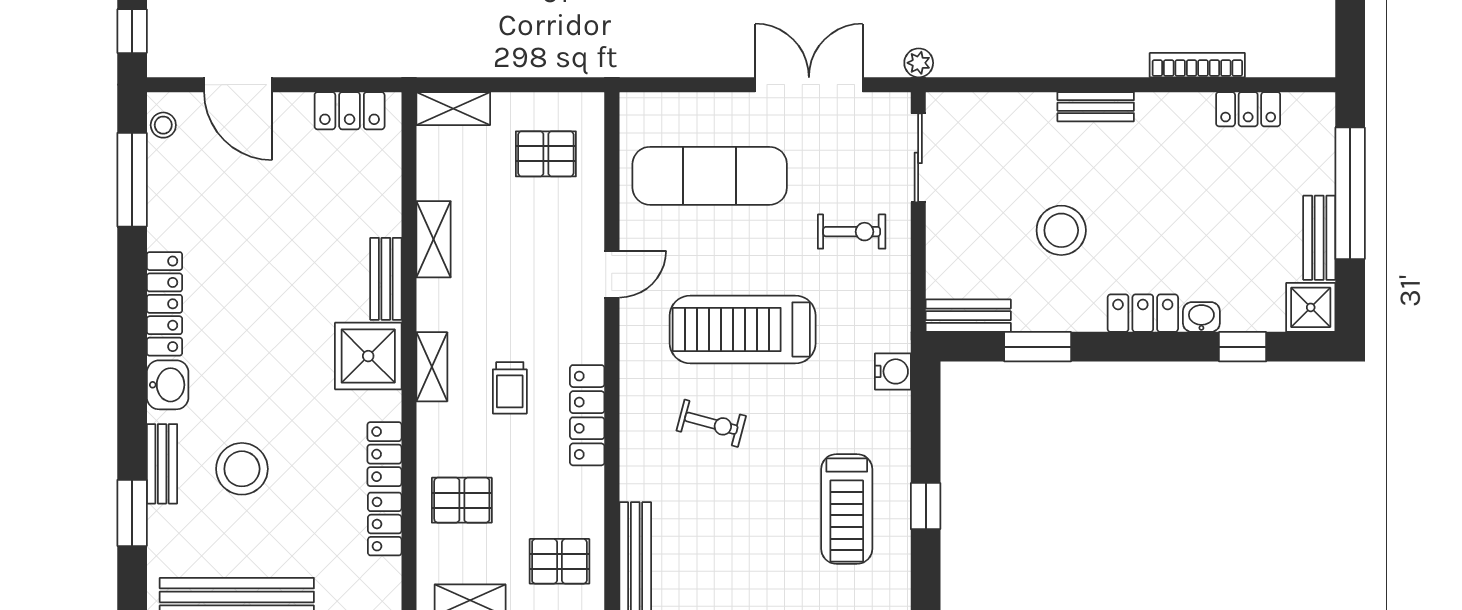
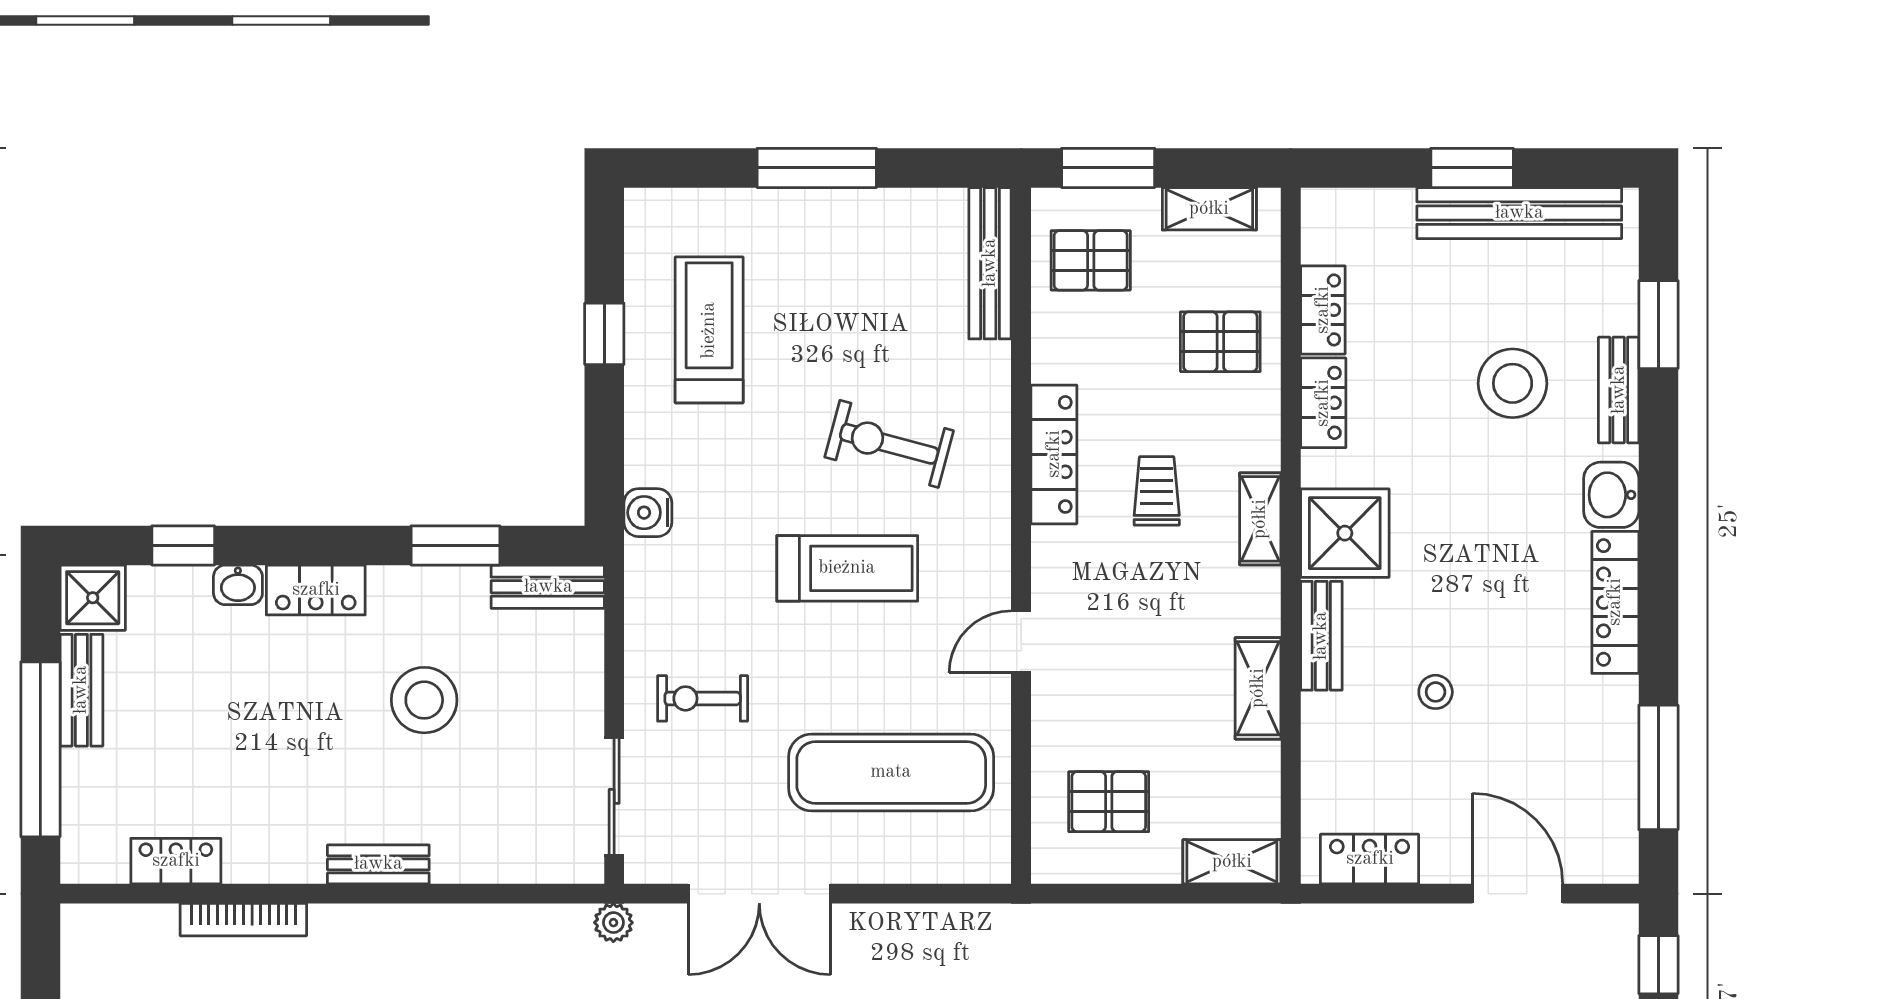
stool: (163, 125) -> (1436, 692), moved
treadmill: (743, 329) -> (847, 568), width x0.73, depth x0.73
exercise bike: (711, 423) -> (889, 444), width x1.38, depth x1.39

